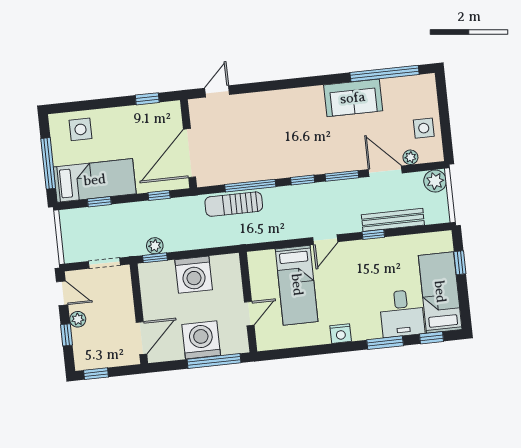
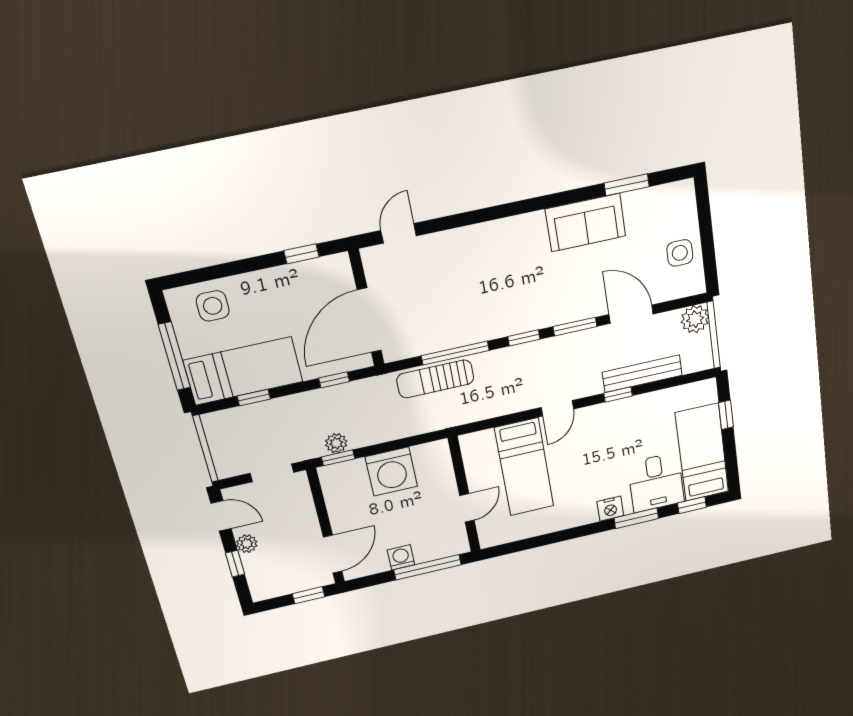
window: (385, 73) -> (627, 185), width x0.47
plant: (410, 157) -> (663, 293), removed
nightstand: (341, 334) -> (610, 509), moved
washing machine: (201, 340) -> (401, 557), width x0.53, depth x0.53
window: (96, 374) -> (308, 595), moved

